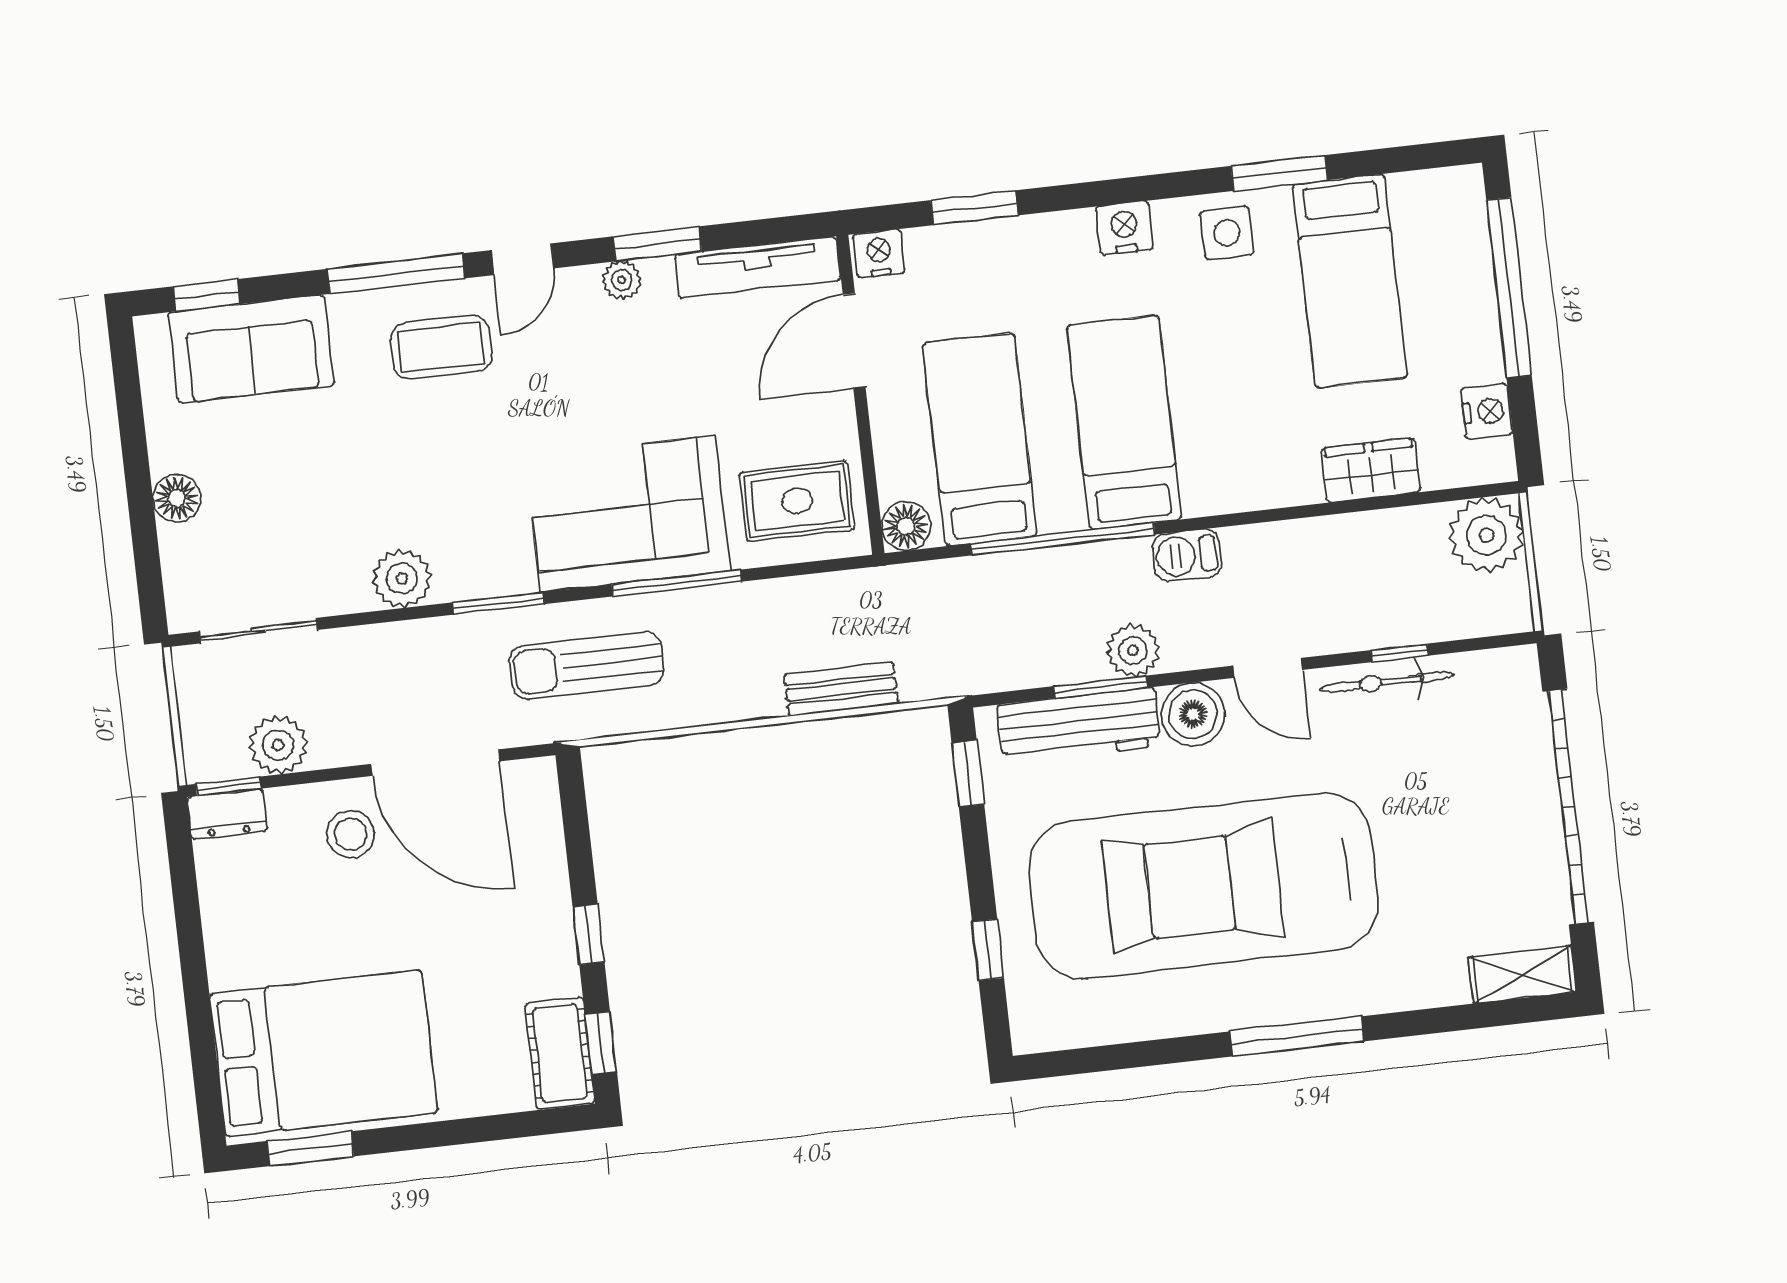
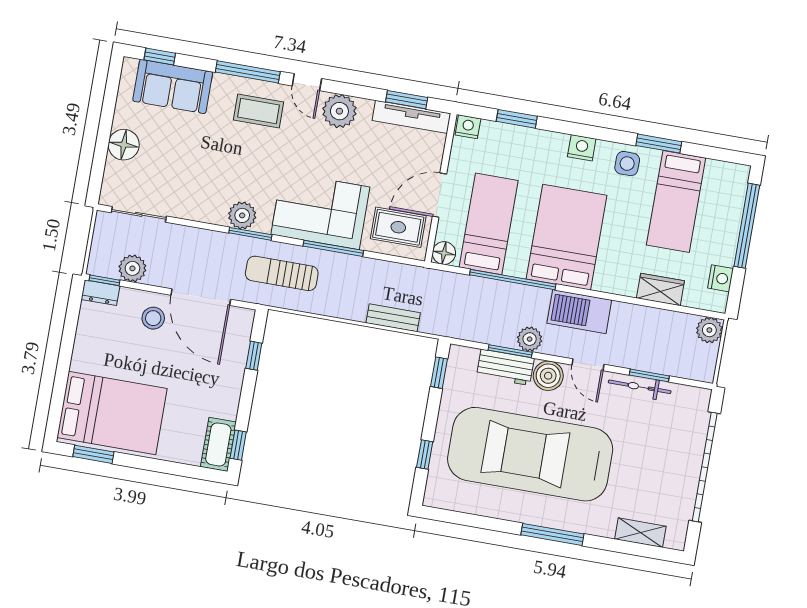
window: (657, 244) -> (407, 100), moved
door: (523, 259) -> (307, 82), hinge flipped
plant: (622, 280) -> (339, 111), width x1.88, depth x1.88
door: (854, 341) -> (439, 195), moved
bed: (1124, 422) -> (567, 237), width x1.50
floor lamp: (177, 498) -> (124, 145), width x1.38, depth x1.38
plant: (1486, 535) -> (709, 330), width x0.73, depth x0.73
barbecue: (1187, 555) -> (579, 312), width x1.88, depth x1.53
plant: (402, 579) -> (242, 215), moved
window: (1400, 653) -> (649, 375), width x1.50
workbench: (1079, 725) -> (505, 367), width x0.73
window: (588, 934) -> (254, 356), moved
shelving: (1522, 975) -> (640, 533), moved

